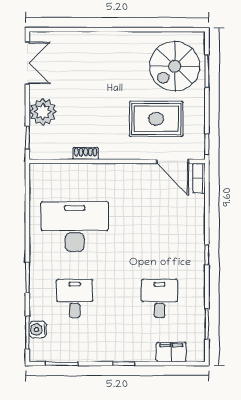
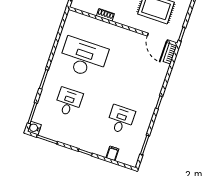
water cooler: (38, 329) -> (34, 128), moved
filing cabinet: (171, 352) -> (112, 153), width x0.50

